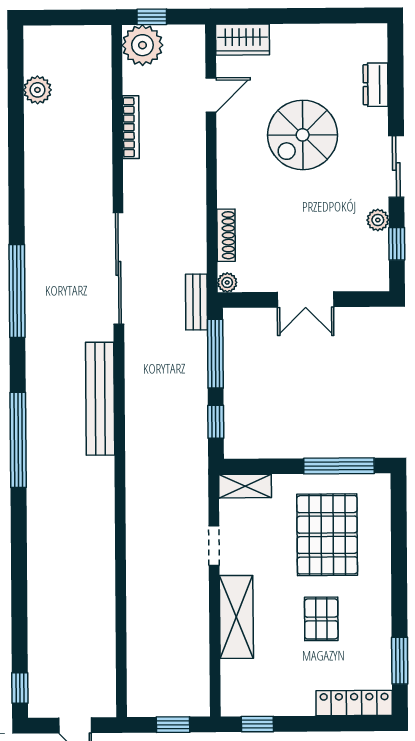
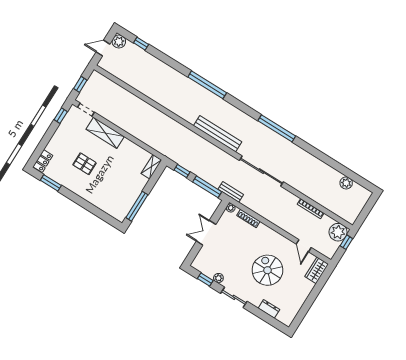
window: (18, 440) -> (207, 85), moved
pallet: (327, 535) -> (114, 186), removed
doorway: (214, 545) -> (86, 110), moved
window: (20, 688) -> (141, 44), moved
plant: (43, 703) -> (119, 42), added
locker: (354, 703) -> (43, 161), width x0.66

